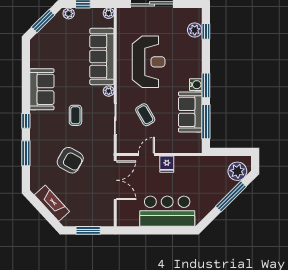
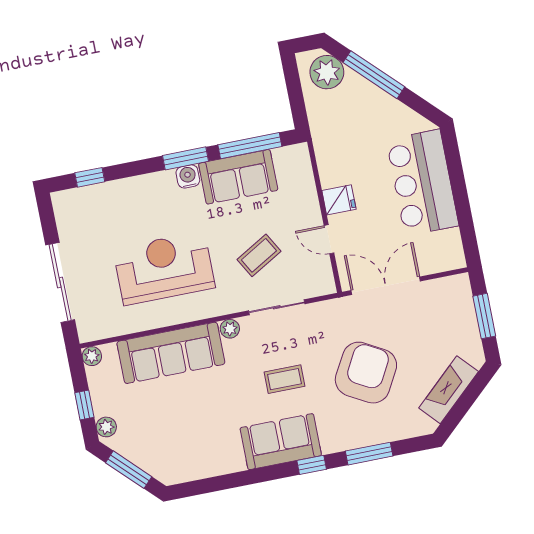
plant: (195, 30) -> (91, 198), removed
sofa: (42, 89) -> (281, 442), moved
armchair: (70, 160) -> (366, 373), width x1.36, depth x1.36

